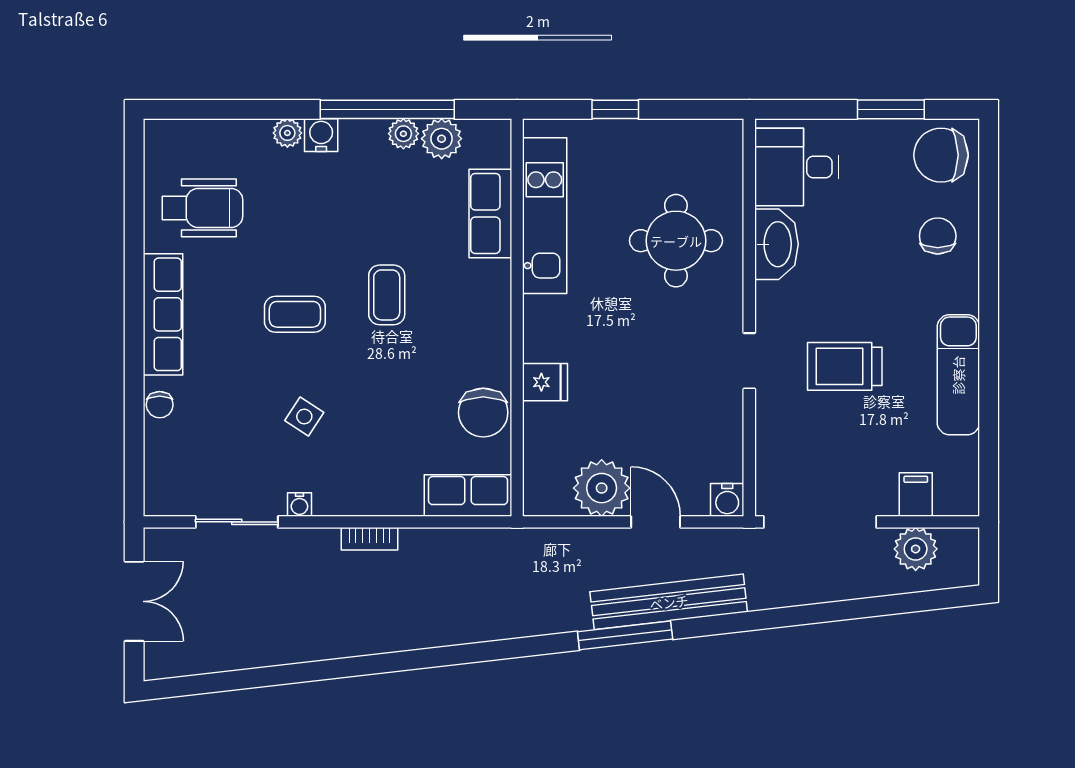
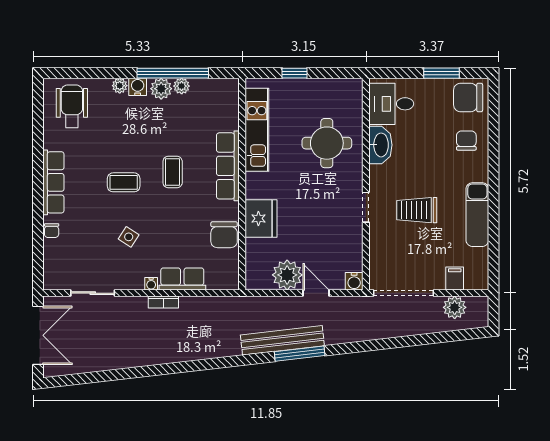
plant: (442, 139) -> (161, 89), moved
wheelchair: (202, 208) -> (72, 106), moved, turned -90
row of seats: (490, 213) -> (228, 166), moved, width x1.48
fridge: (545, 382) -> (261, 218), width x1.88, depth x1.34
row of seats: (468, 496) -> (182, 279), moved
water cooler: (299, 505) -> (151, 284), moved
double door: (134, 601) -> (38, 335), width x1.37
bench: (669, 602) -> (282, 340), moved

